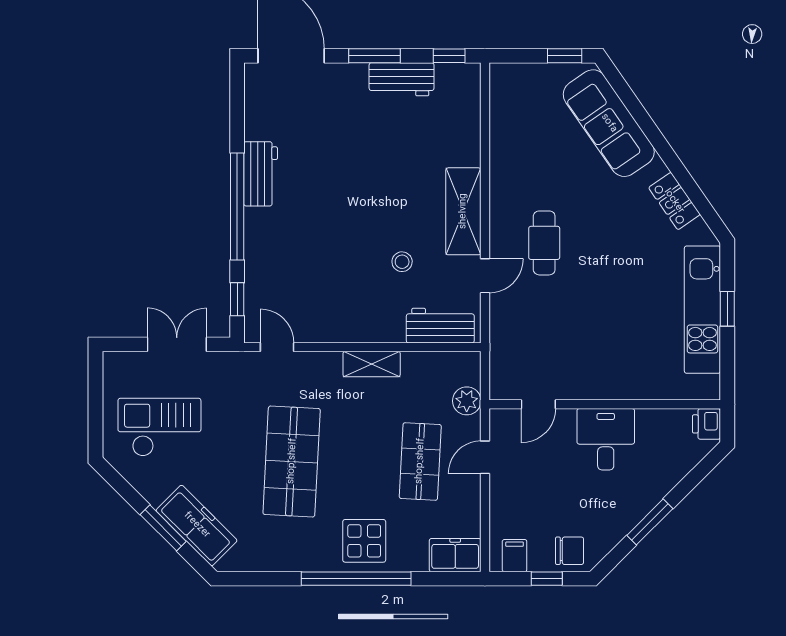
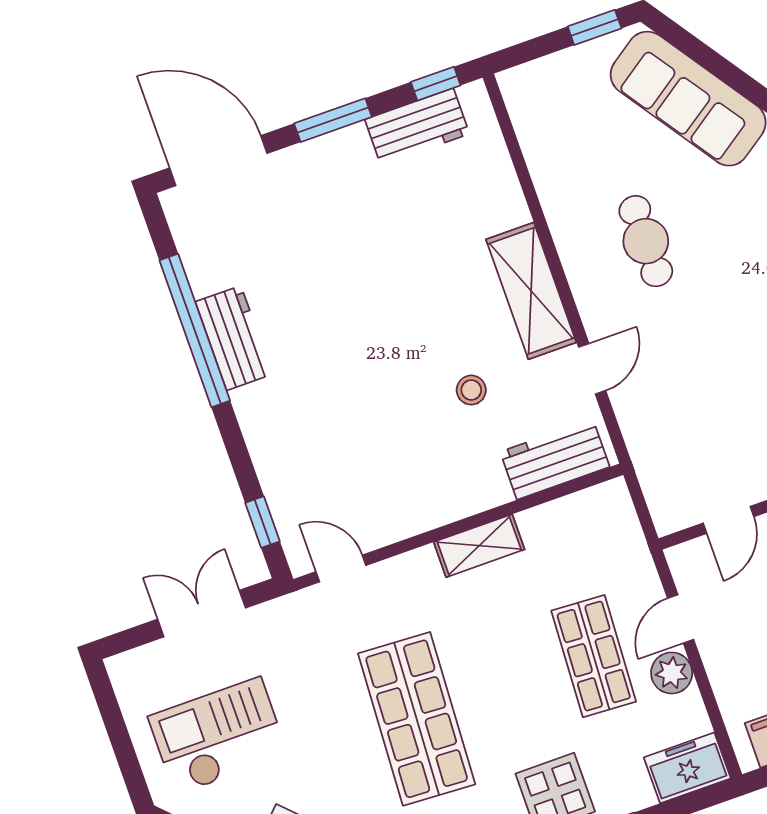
workbench: (402, 79) -> (417, 127), moved
window: (237, 207) -> (195, 330), moved
cafe table: (544, 243) -> (646, 241), moved
plant: (467, 401) -> (672, 673), moved

